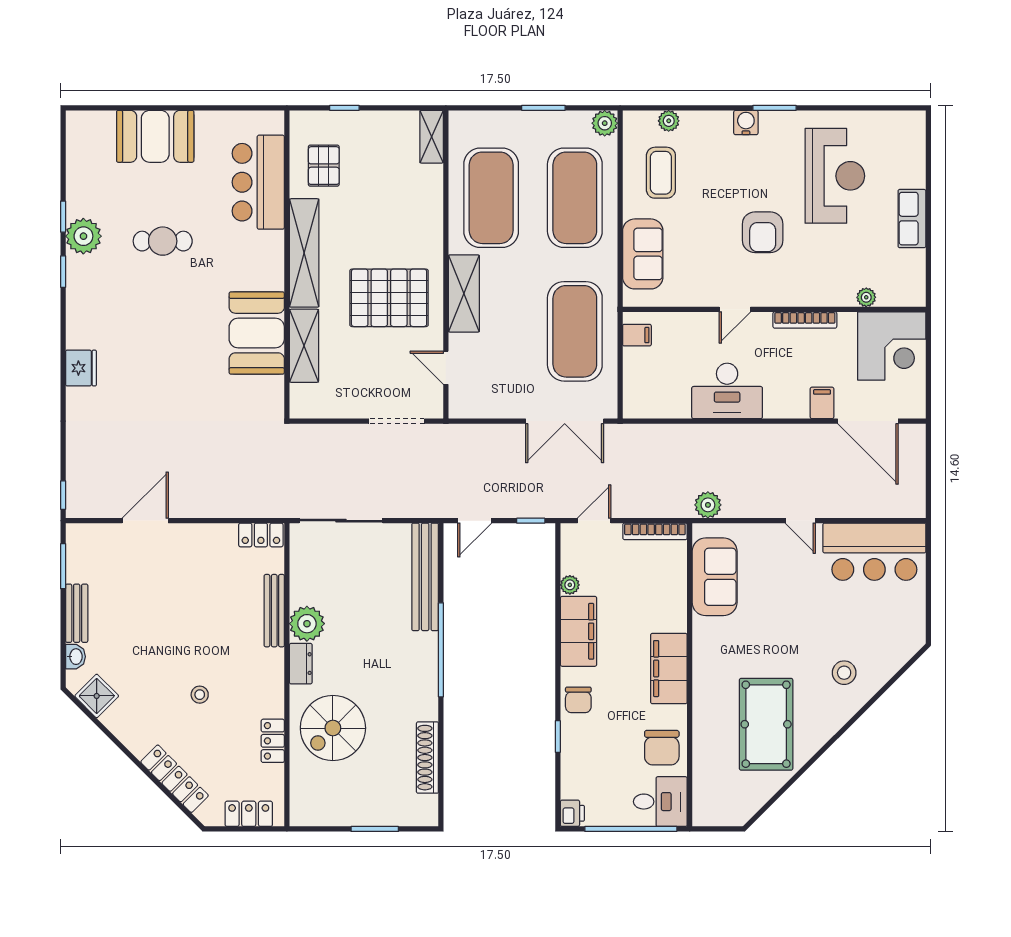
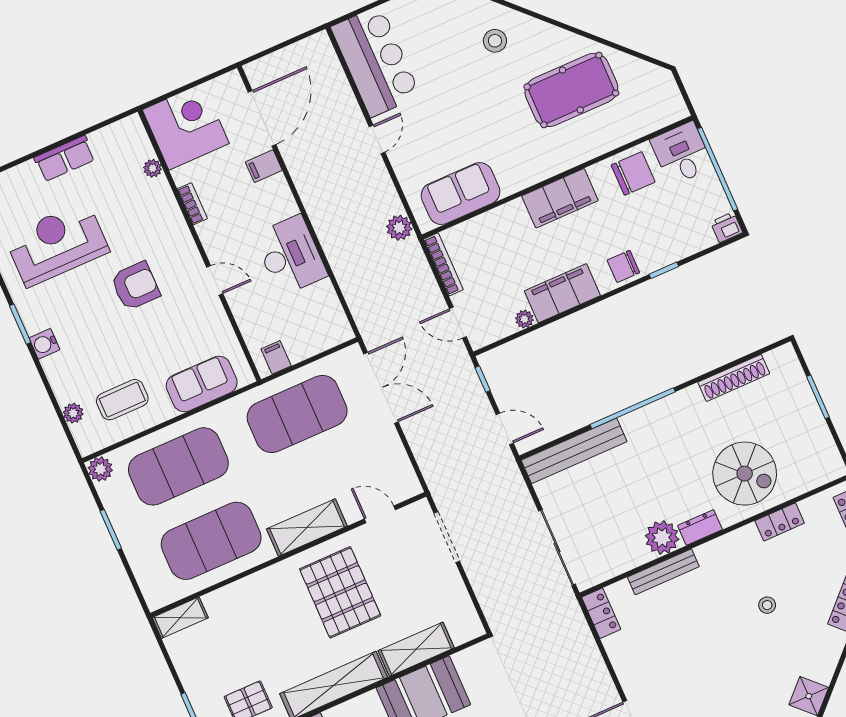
bookcase: (805, 320) -> (192, 204), width x0.64
door: (446, 368) -> (380, 514), swing flipped
chair: (578, 700) -> (623, 266), turned 180

